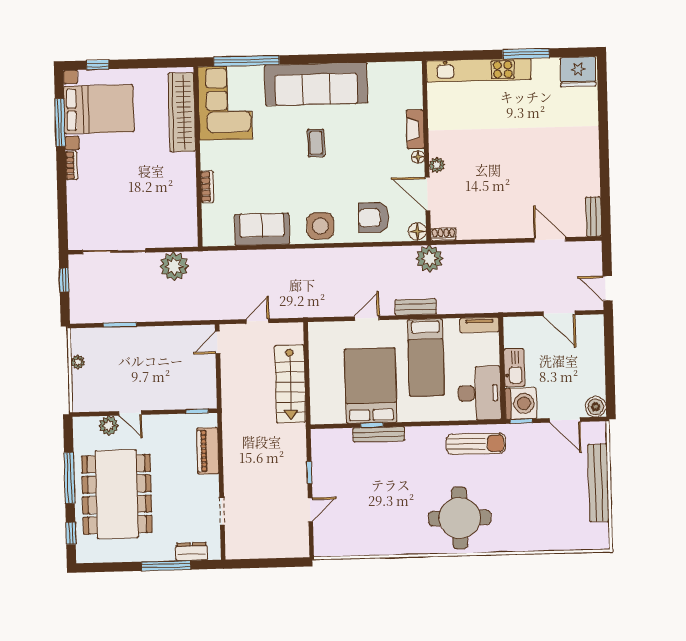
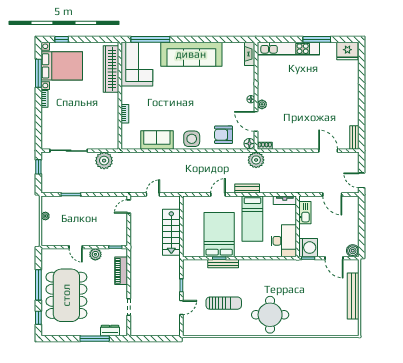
fireplace: (415, 129) -> (250, 54), moved
coffee table: (316, 143) -> (190, 89), removed
kitchen sink: (514, 368) -> (305, 213), moved
plant: (109, 426) -> (95, 254), moved
sun lounger: (476, 444) -> (224, 303), moved

